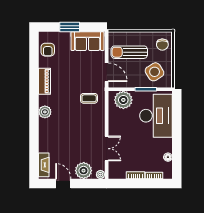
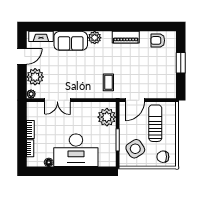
sofa: (87, 41) -> (71, 41), moved, turned -90
desk: (156, 116) -> (76, 150), moved

